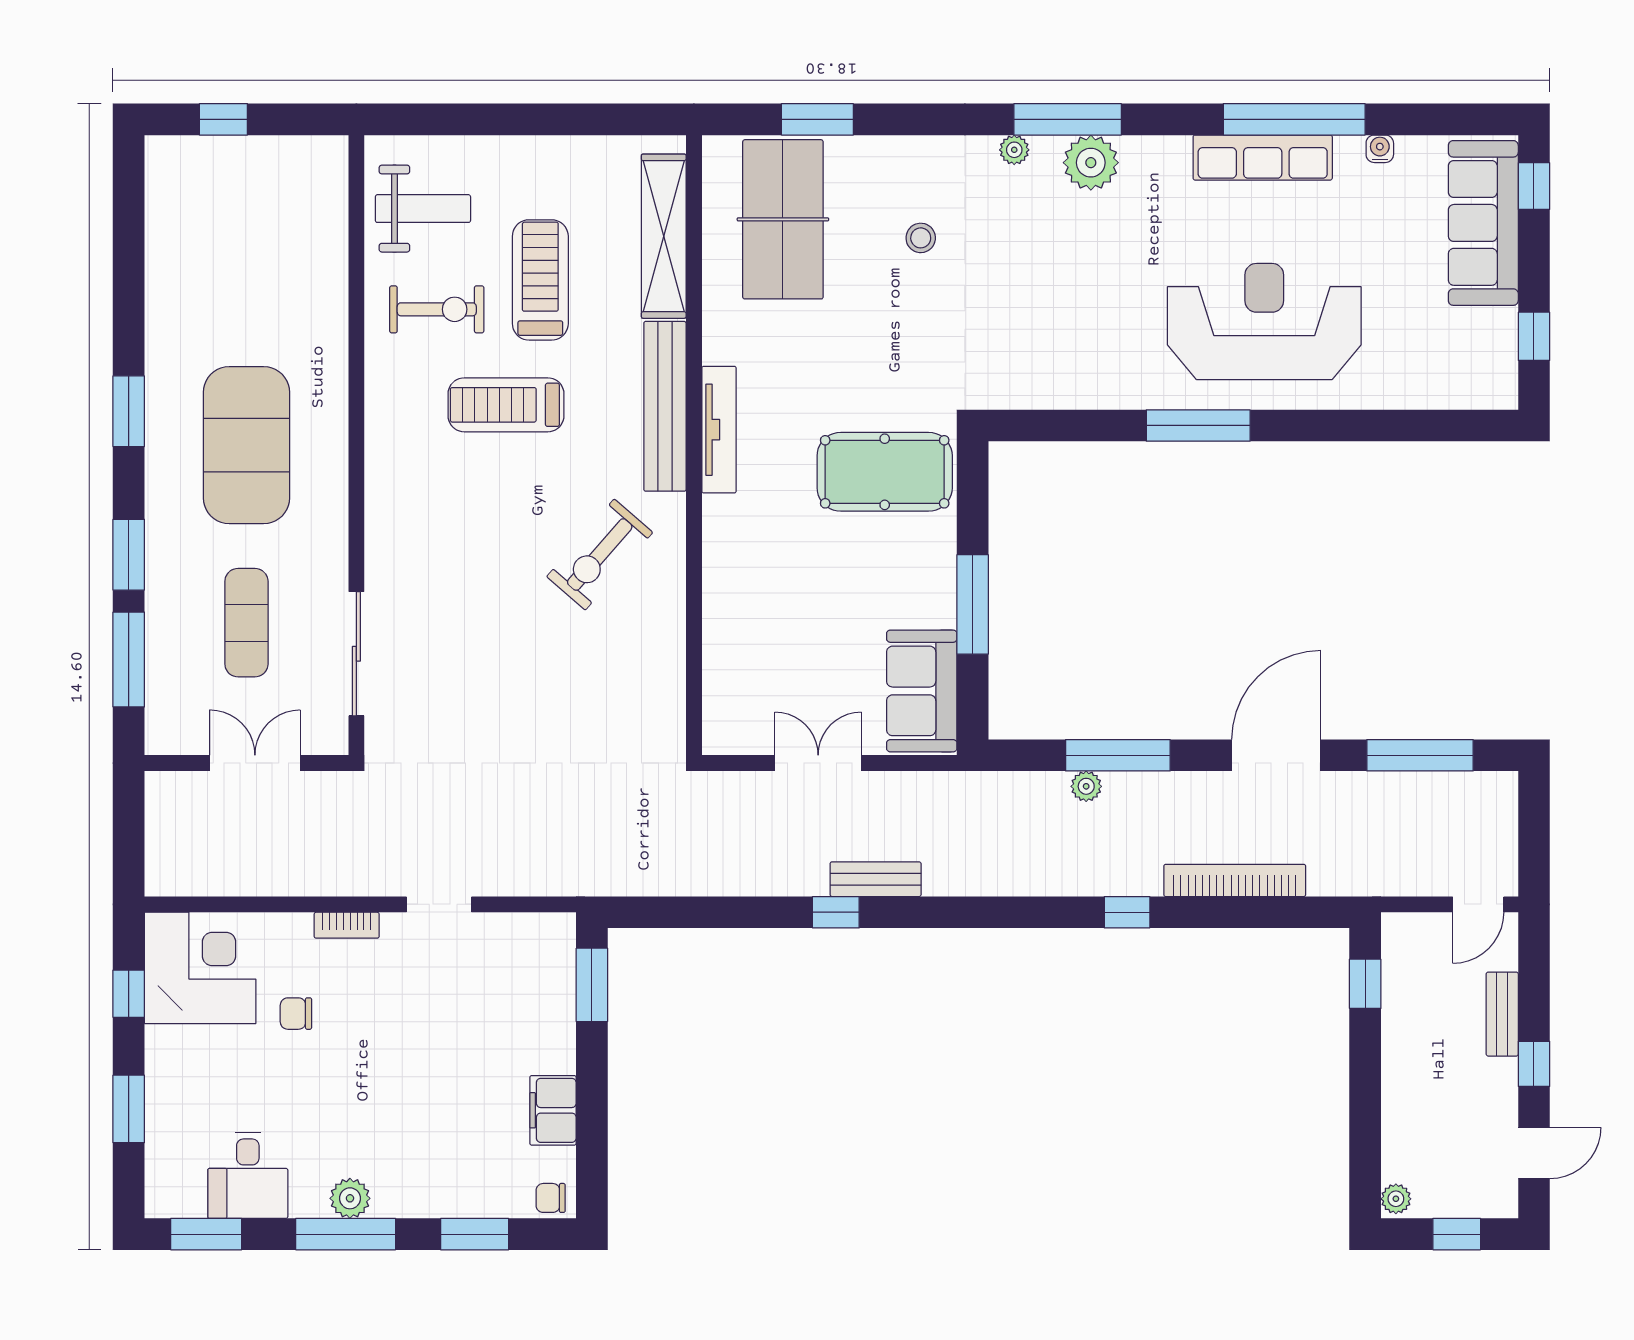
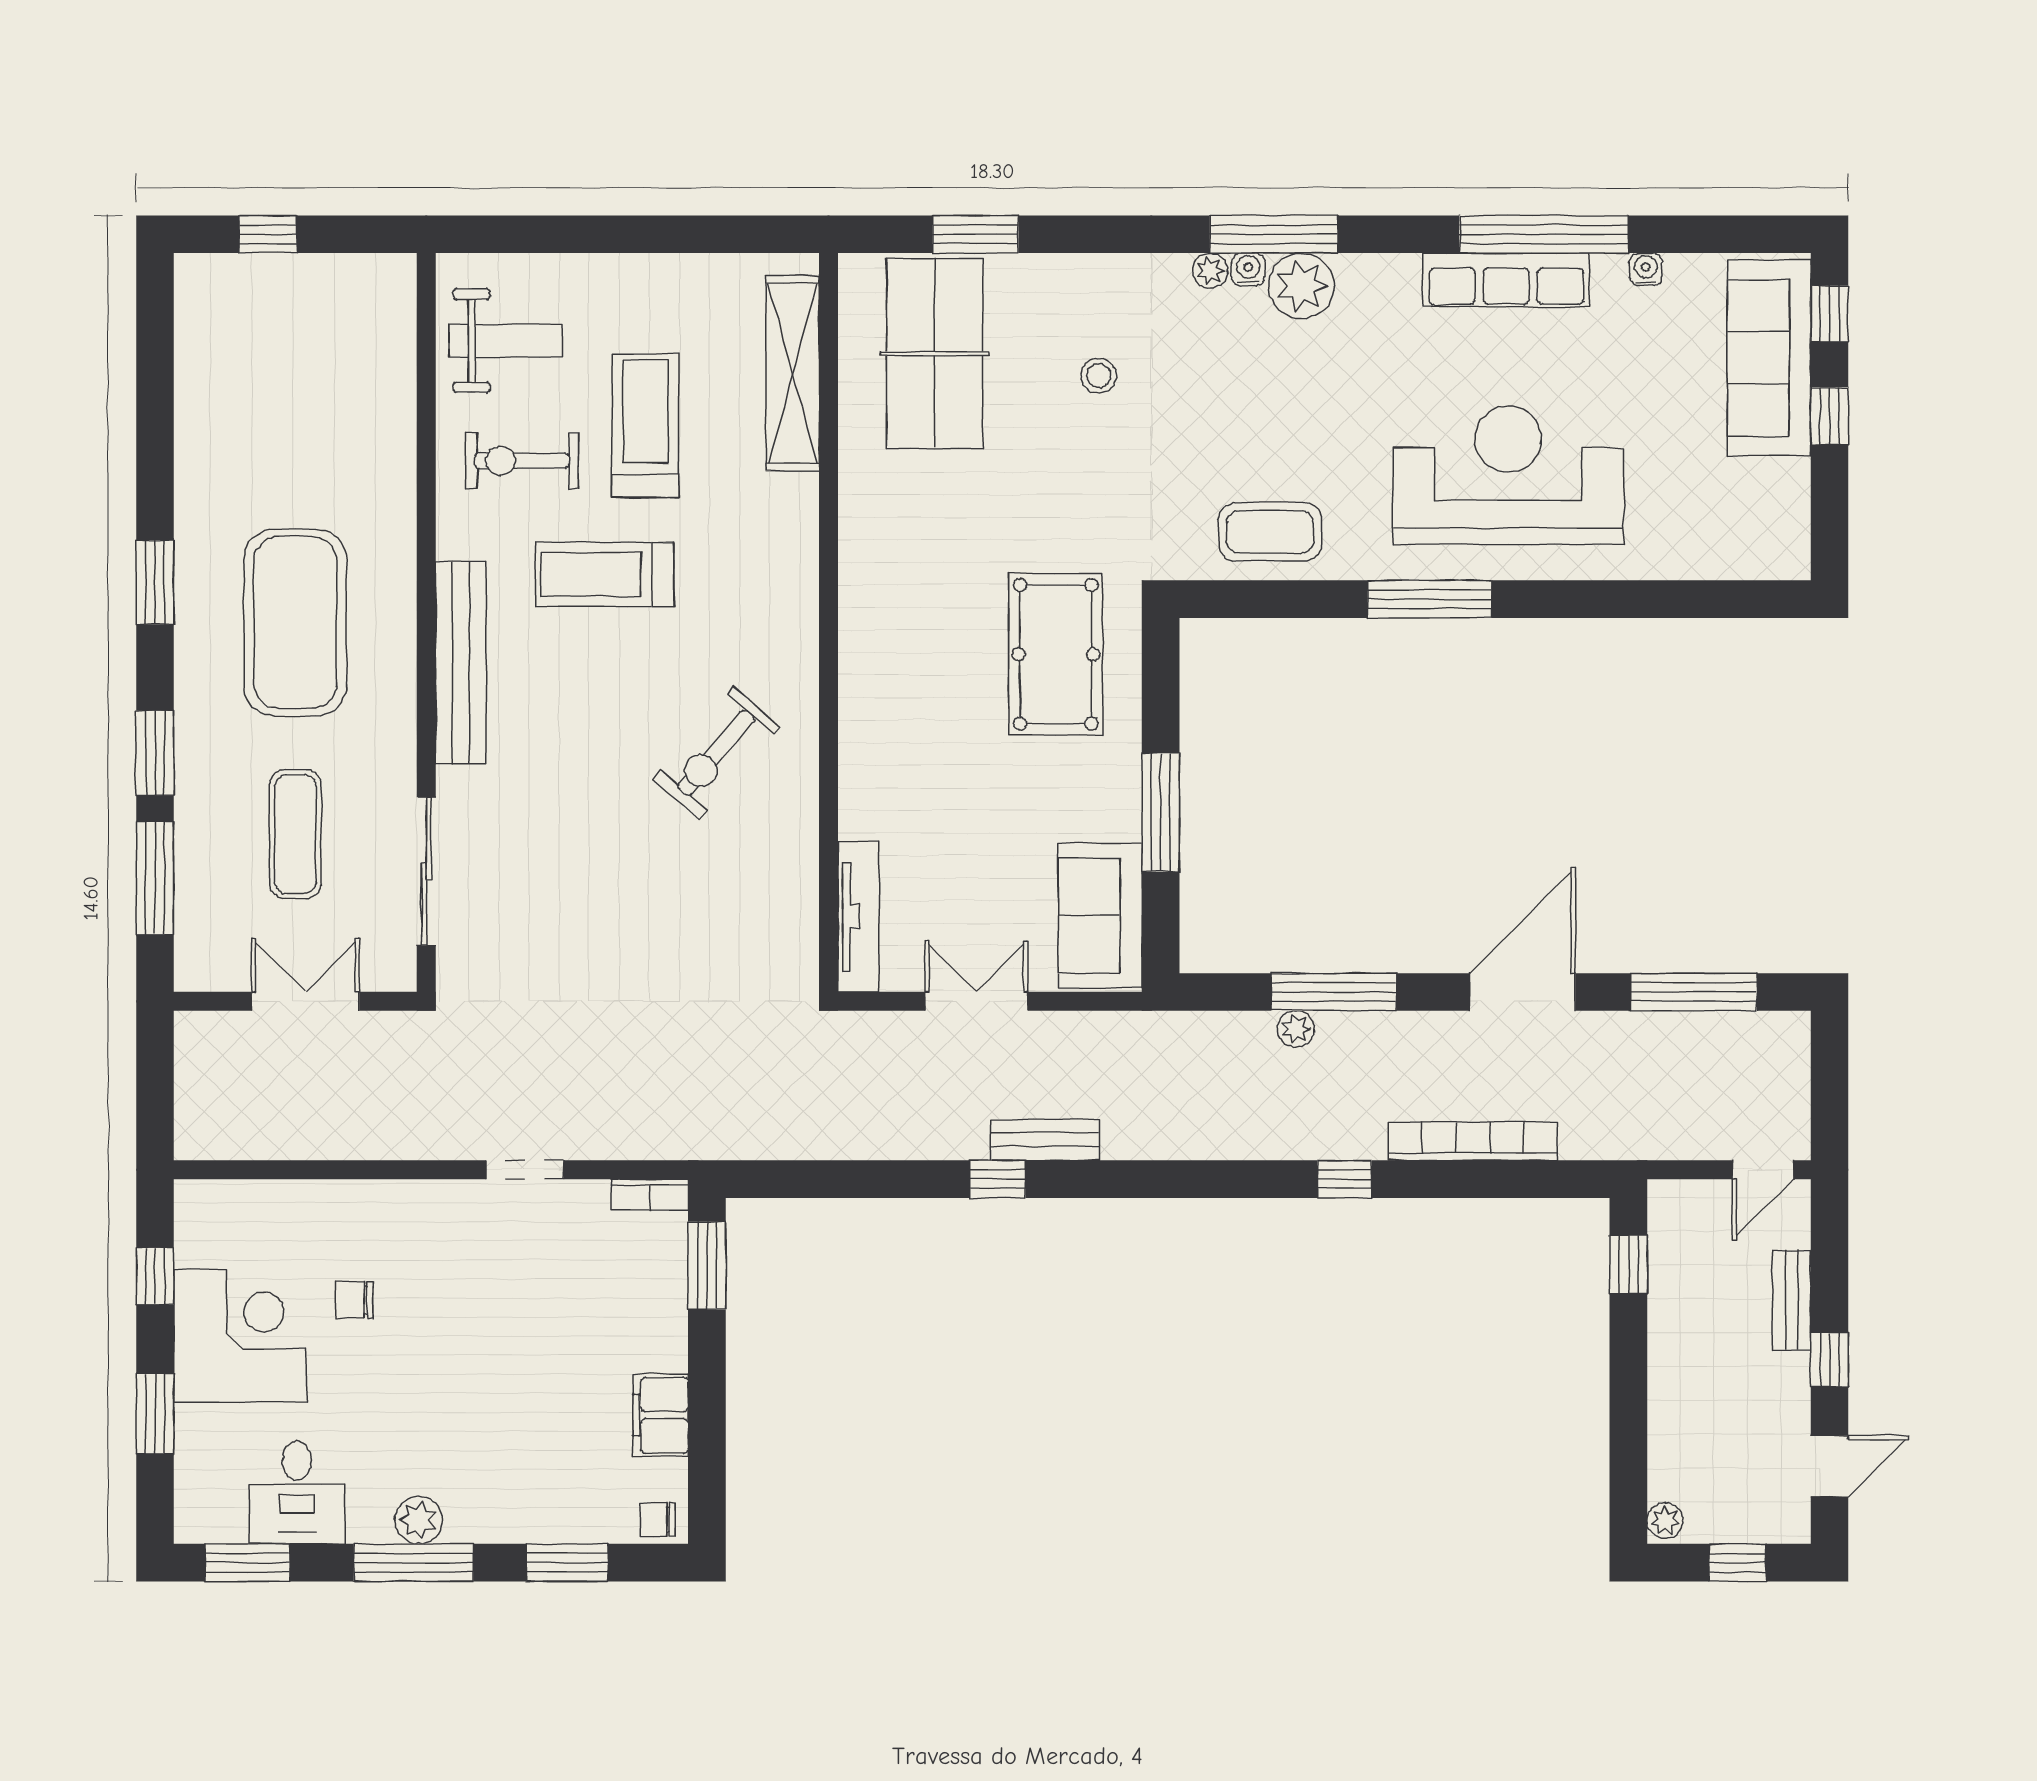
water cooler: (1046, 149) -> (1248, 270), added
exercise bike: (437, 309) -> (522, 461), turned 180
window: (1534, 336) -> (1829, 416), moved
coffee table: (1064, 369) -> (1270, 532), added
bench: (665, 406) -> (461, 663), moved
tv unit: (719, 430) -> (858, 916), moved
pool table: (885, 472) -> (1056, 654), turned 90
bookcase: (347, 925) -> (650, 1195), moved
corner desk: (200, 968) -> (240, 1336), moved

